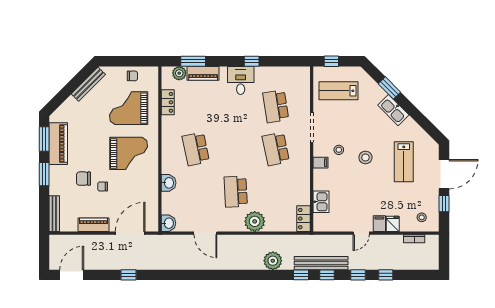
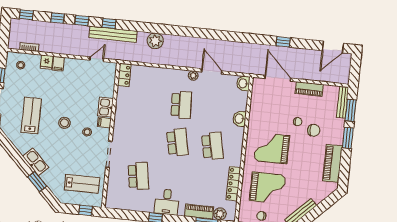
locker: (168, 102) -> (233, 184), width x1.53
window: (44, 139) -> (351, 110), moved
school desk: (276, 149) -> (177, 142), moved
kitchen sink: (321, 202) -> (106, 107), moved
plant: (255, 221) -> (193, 76), moved, width x0.53, depth x0.53
door: (130, 233) -> (278, 78), swing flipped
door: (361, 233) -> (97, 59), moved
window: (301, 275) -> (26, 15), moved

